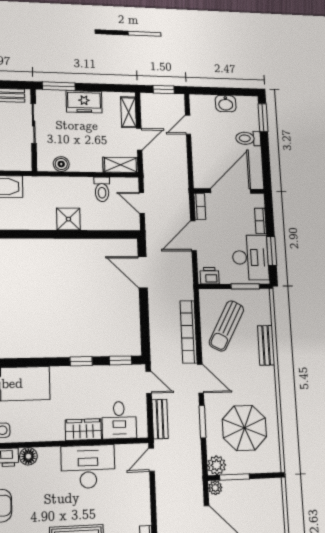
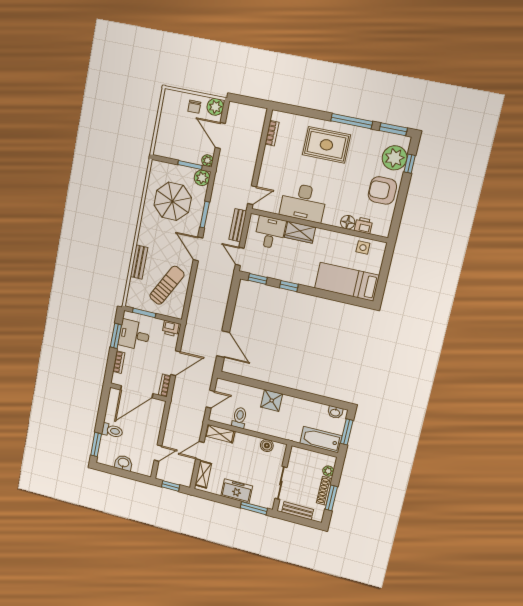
door: (142, 203) -> (210, 399), hinge flipped
desk: (250, 257) -> (134, 335), width x0.73
bookcase: (189, 332) -> (198, 288), removed

